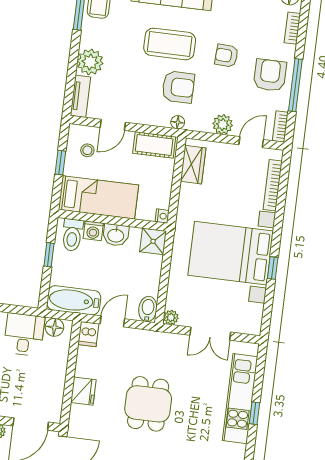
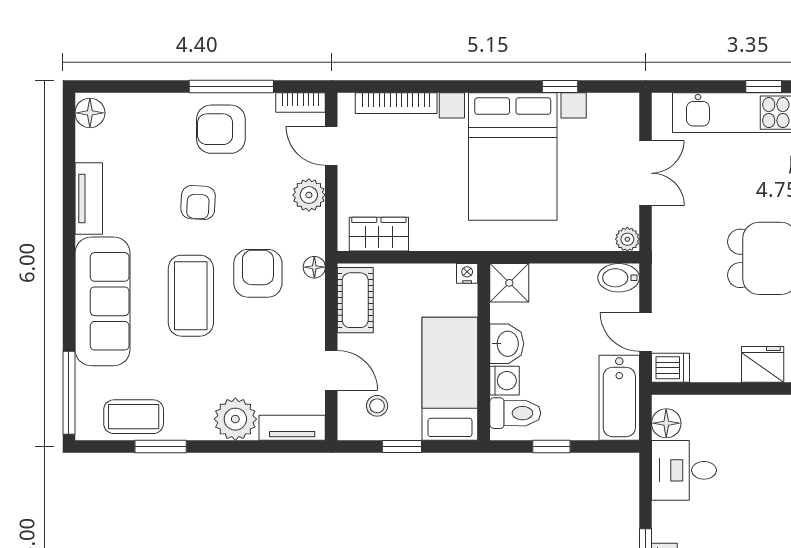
bookcase: (292, 28) -> (141, 103), removed
window: (273, 268) -> (560, 87), moved

